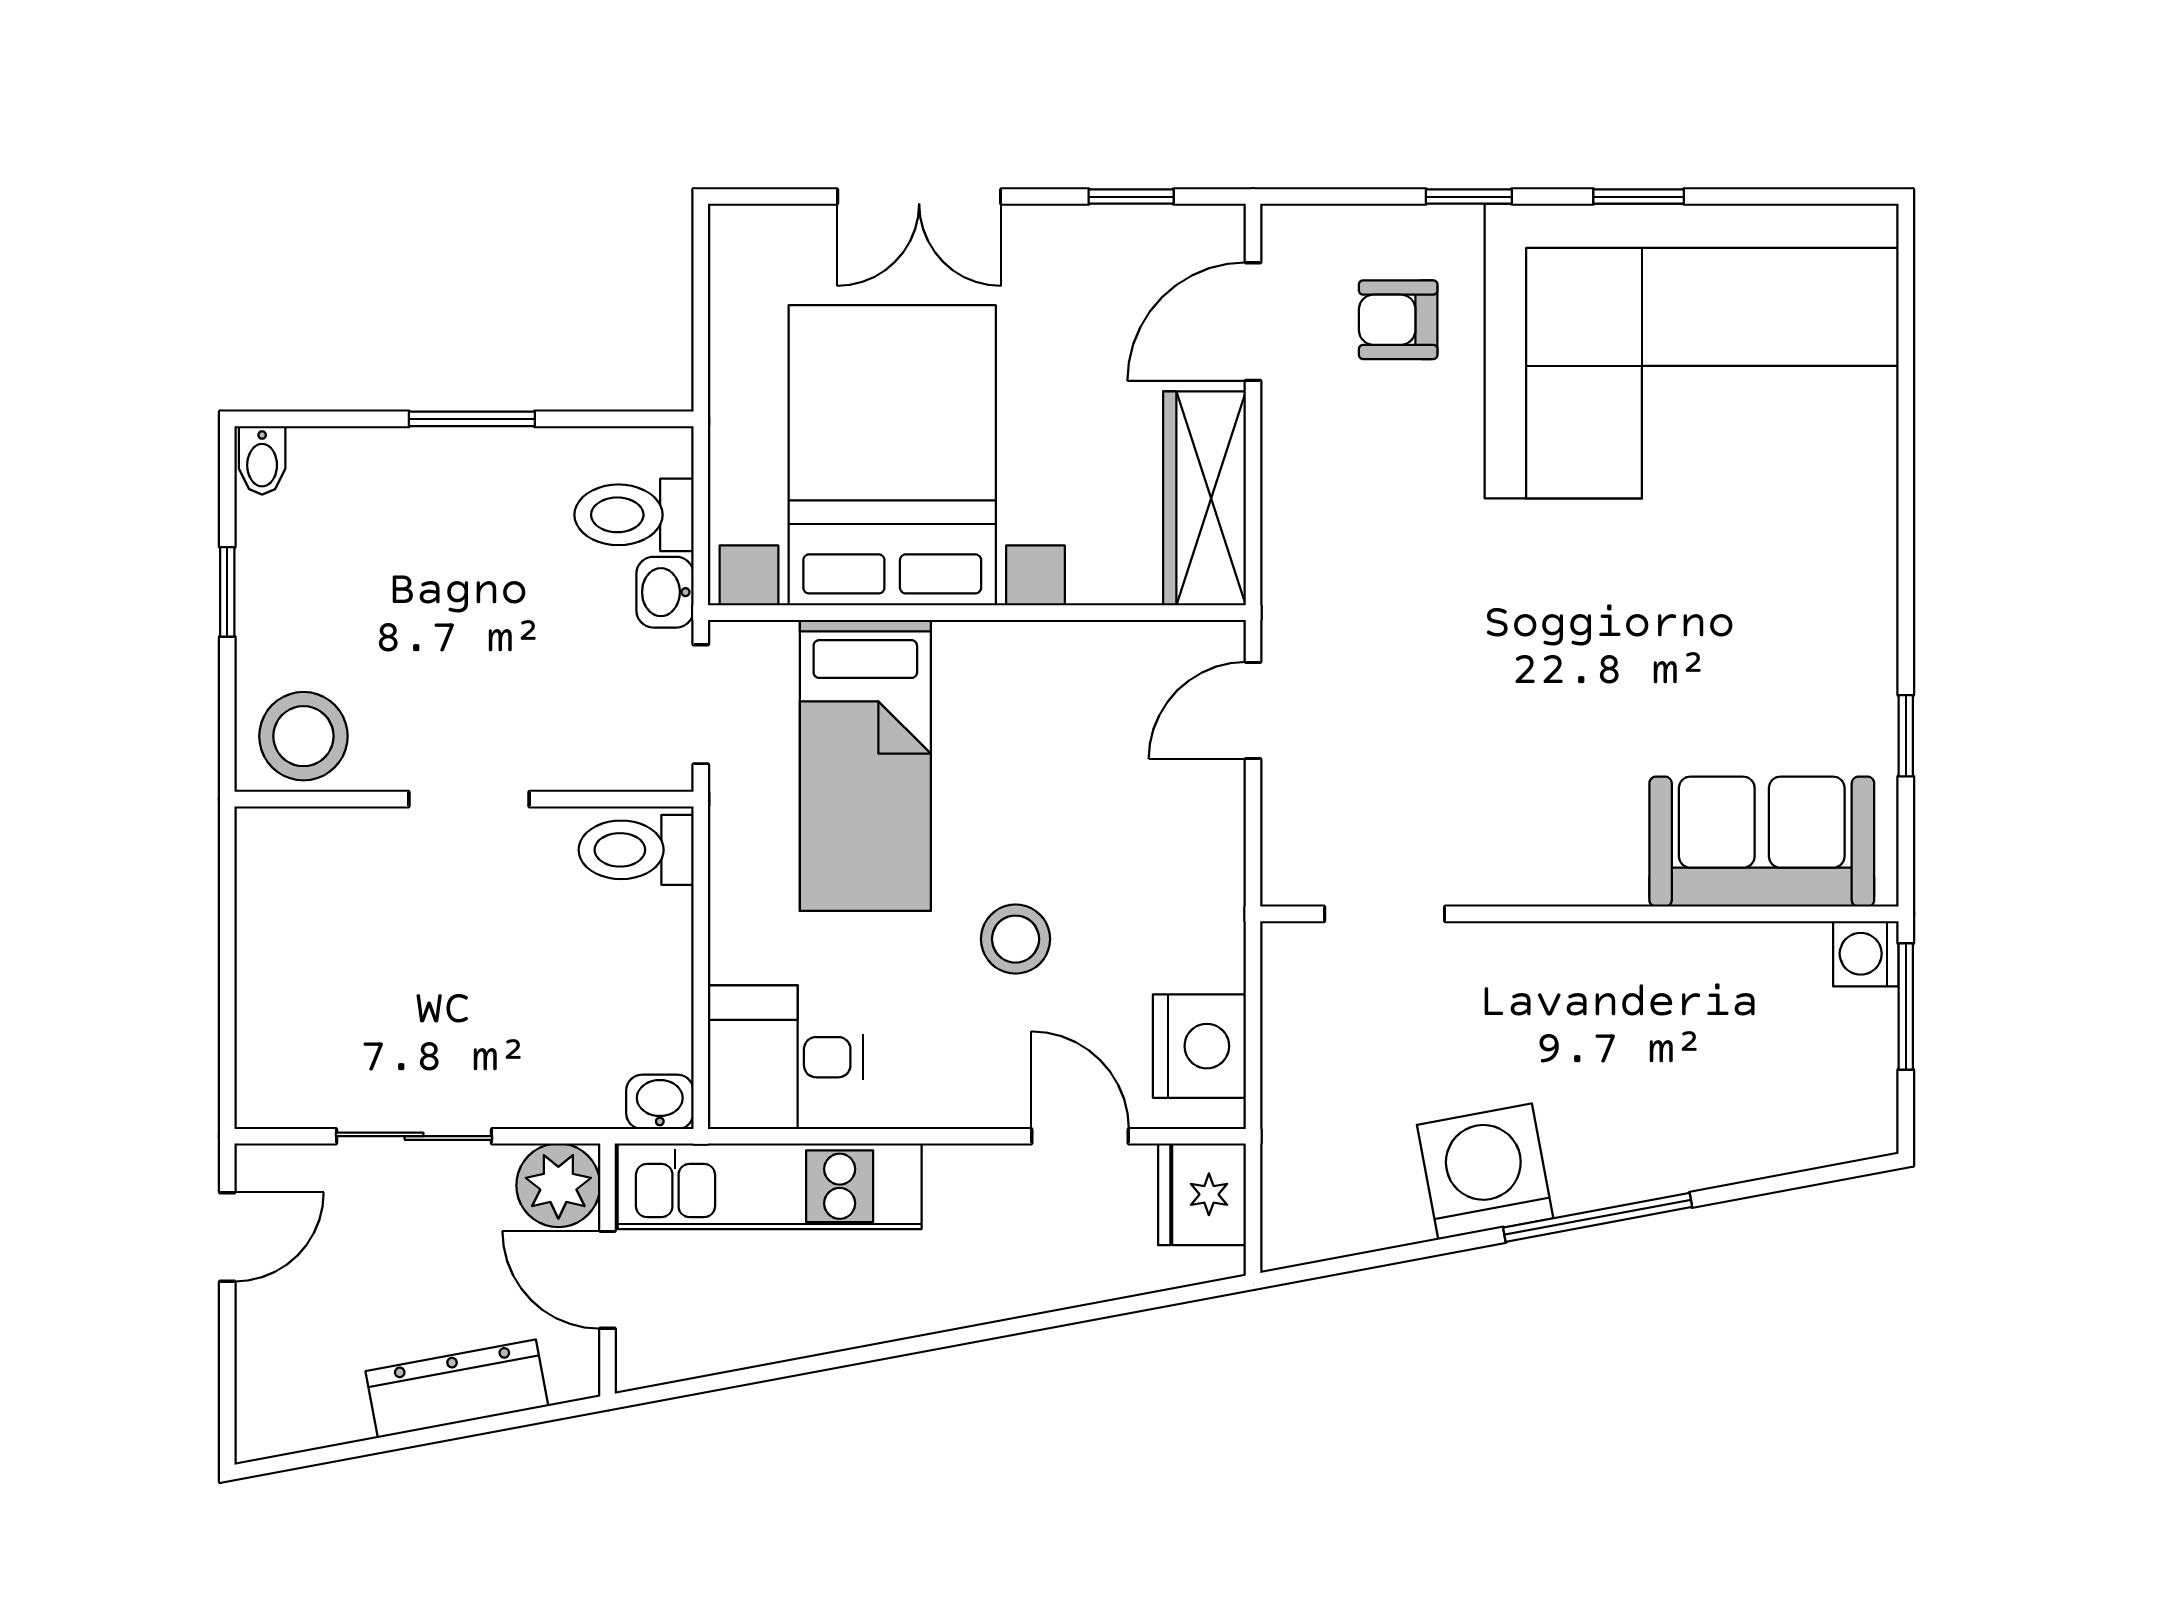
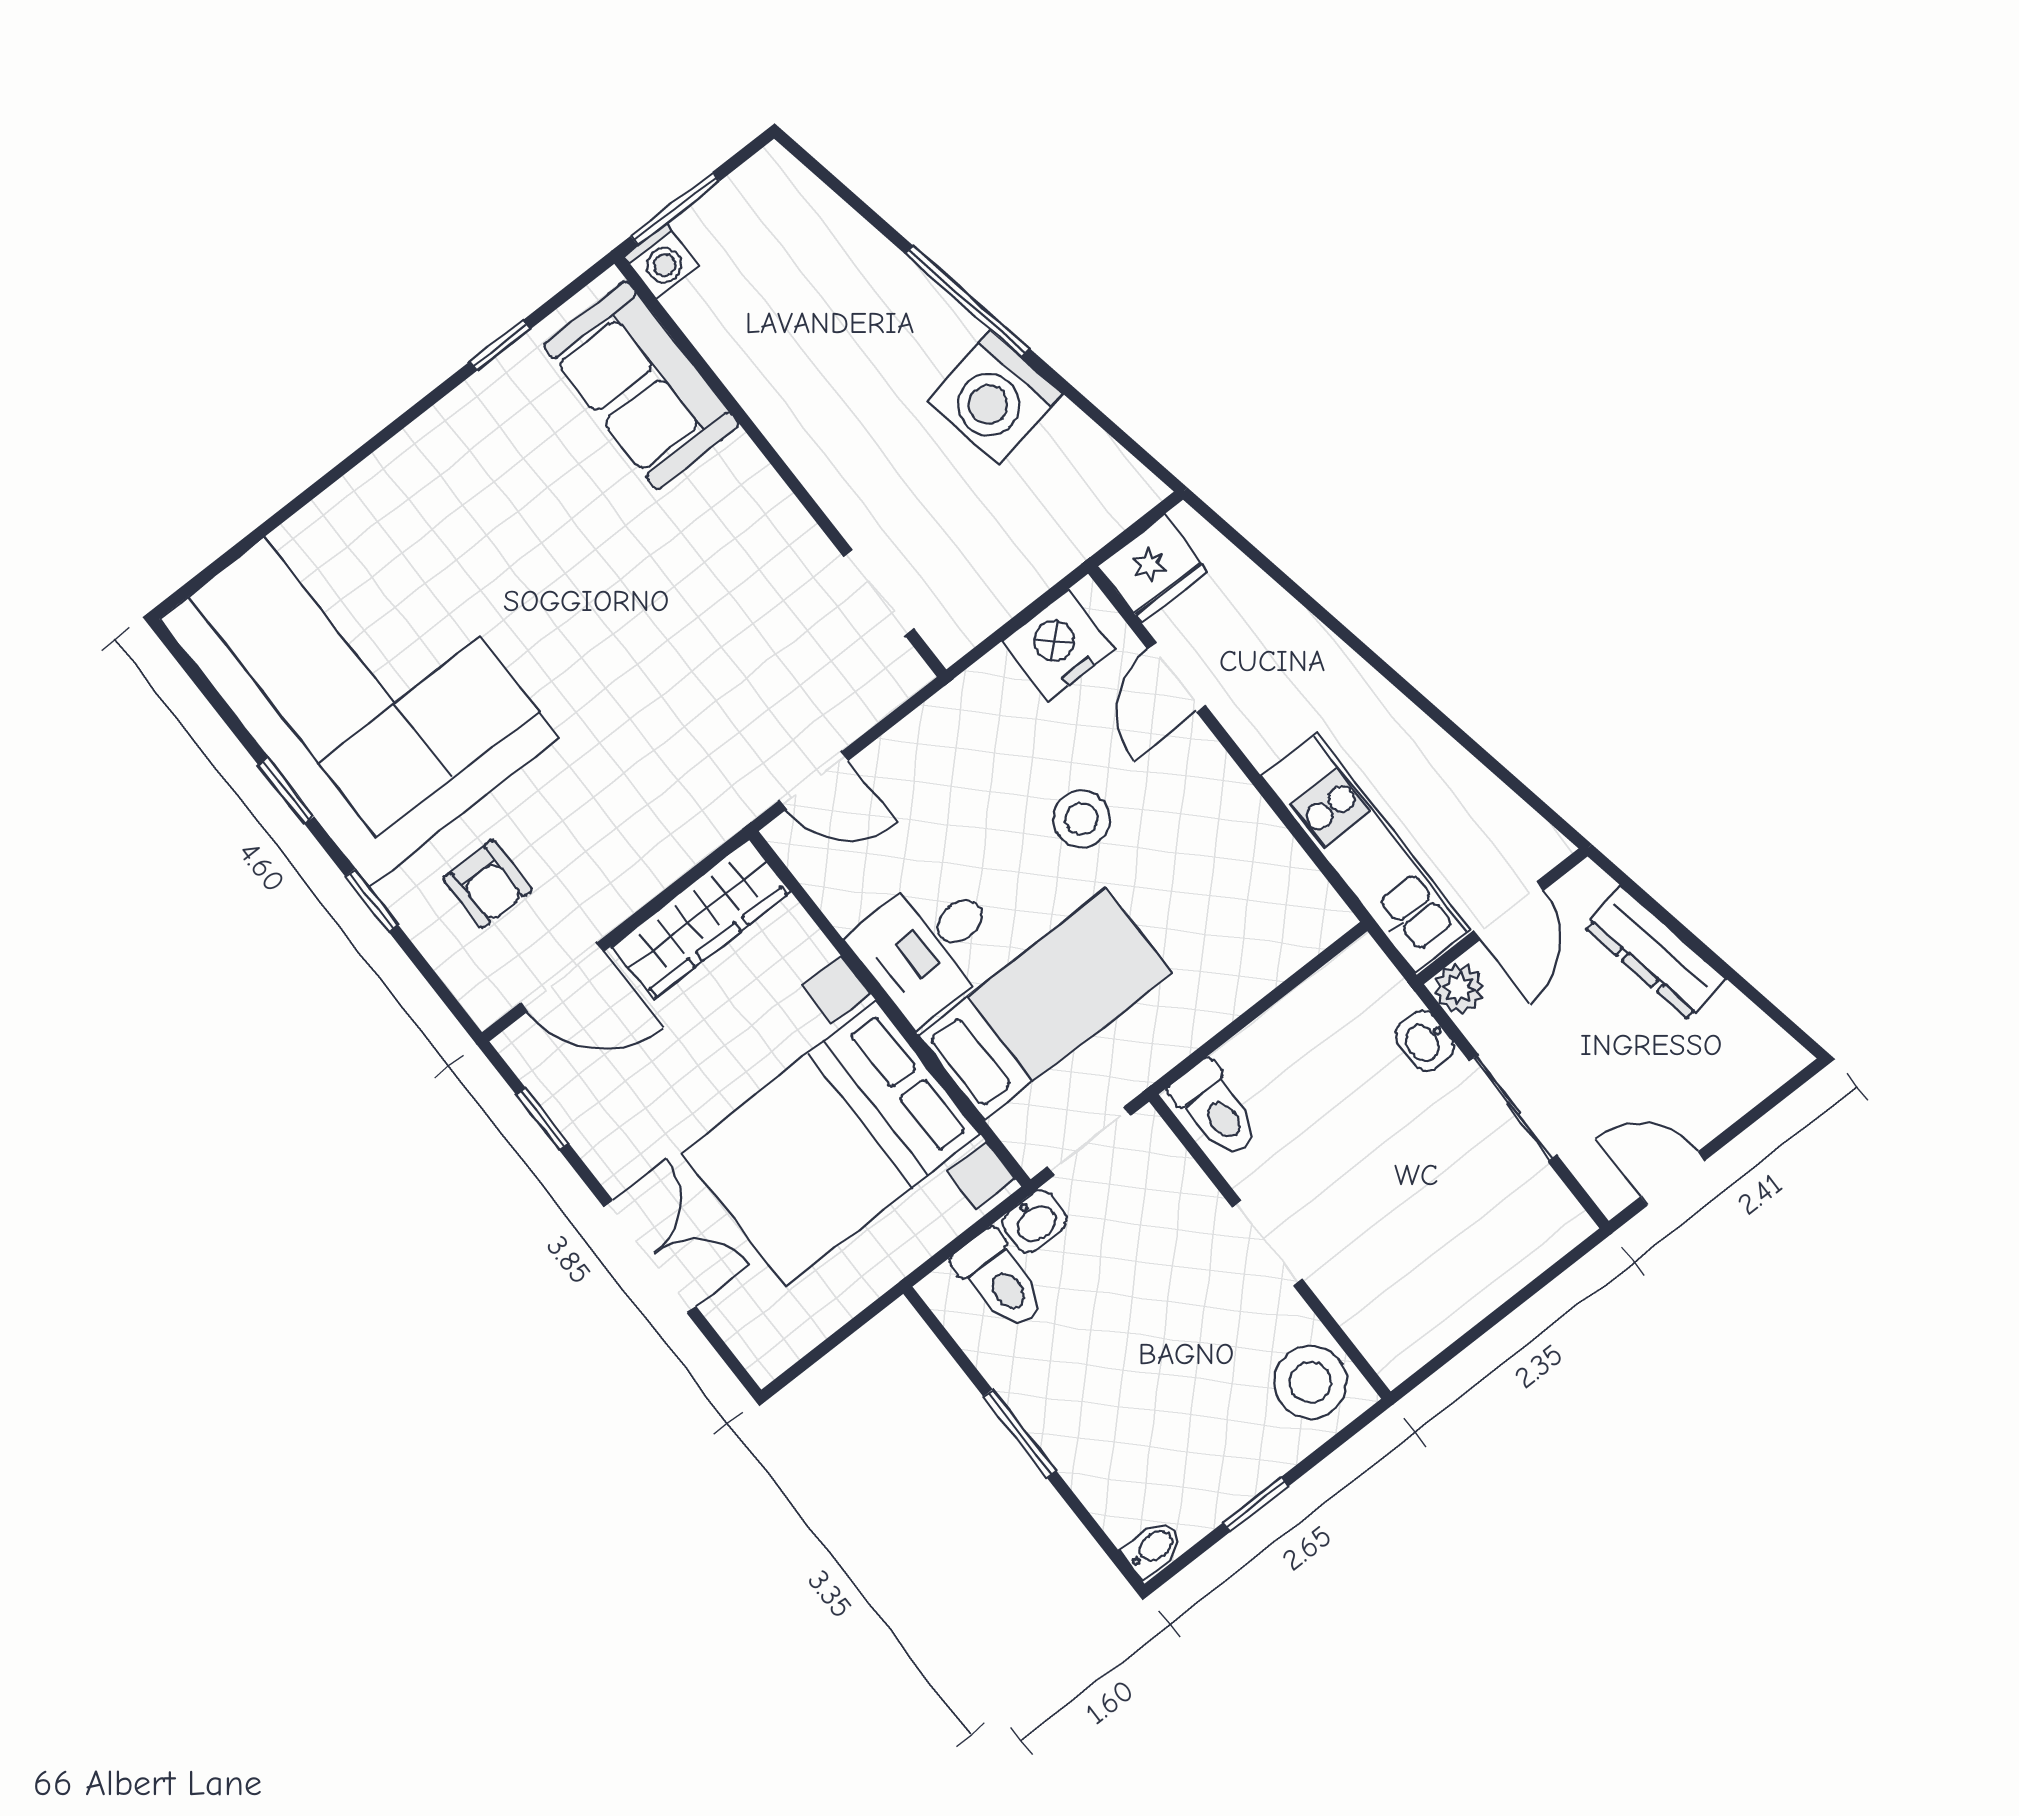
desk: (785, 1057) -> (929, 946), moved, turned 90
washbasin: (660, 1102) -> (1425, 1041), moved
plant: (558, 1185) -> (1459, 989), width x0.73, depth x0.73

